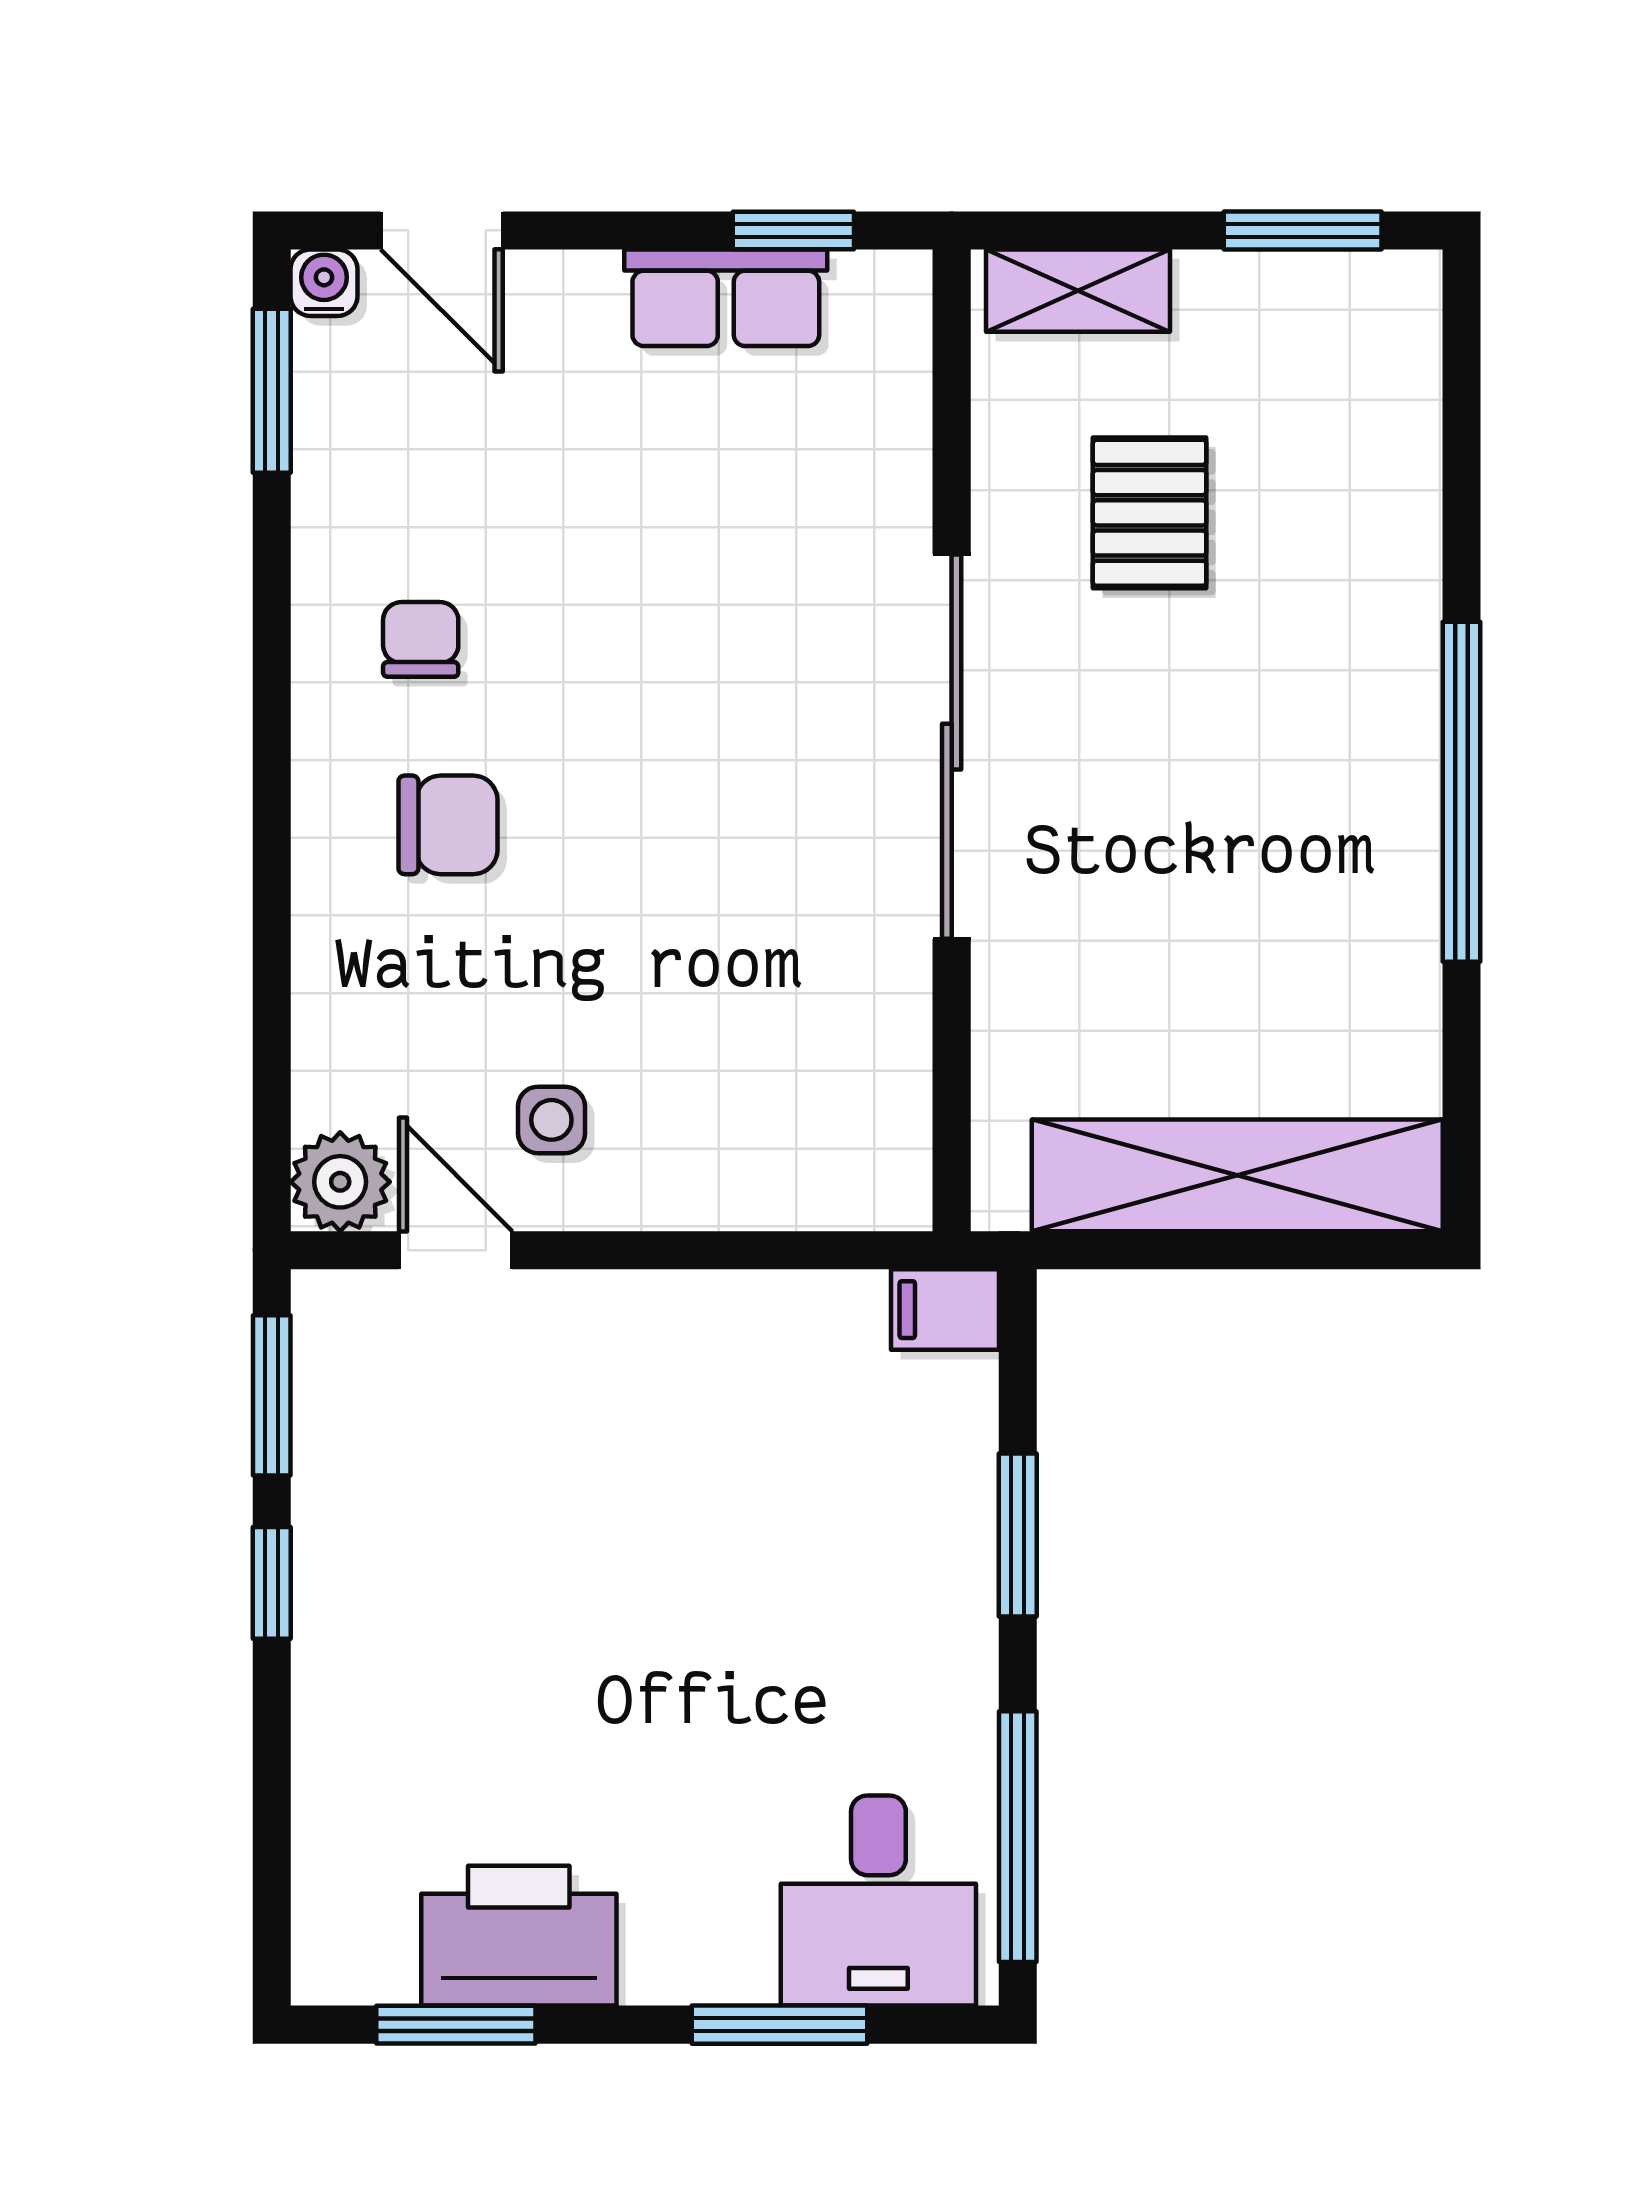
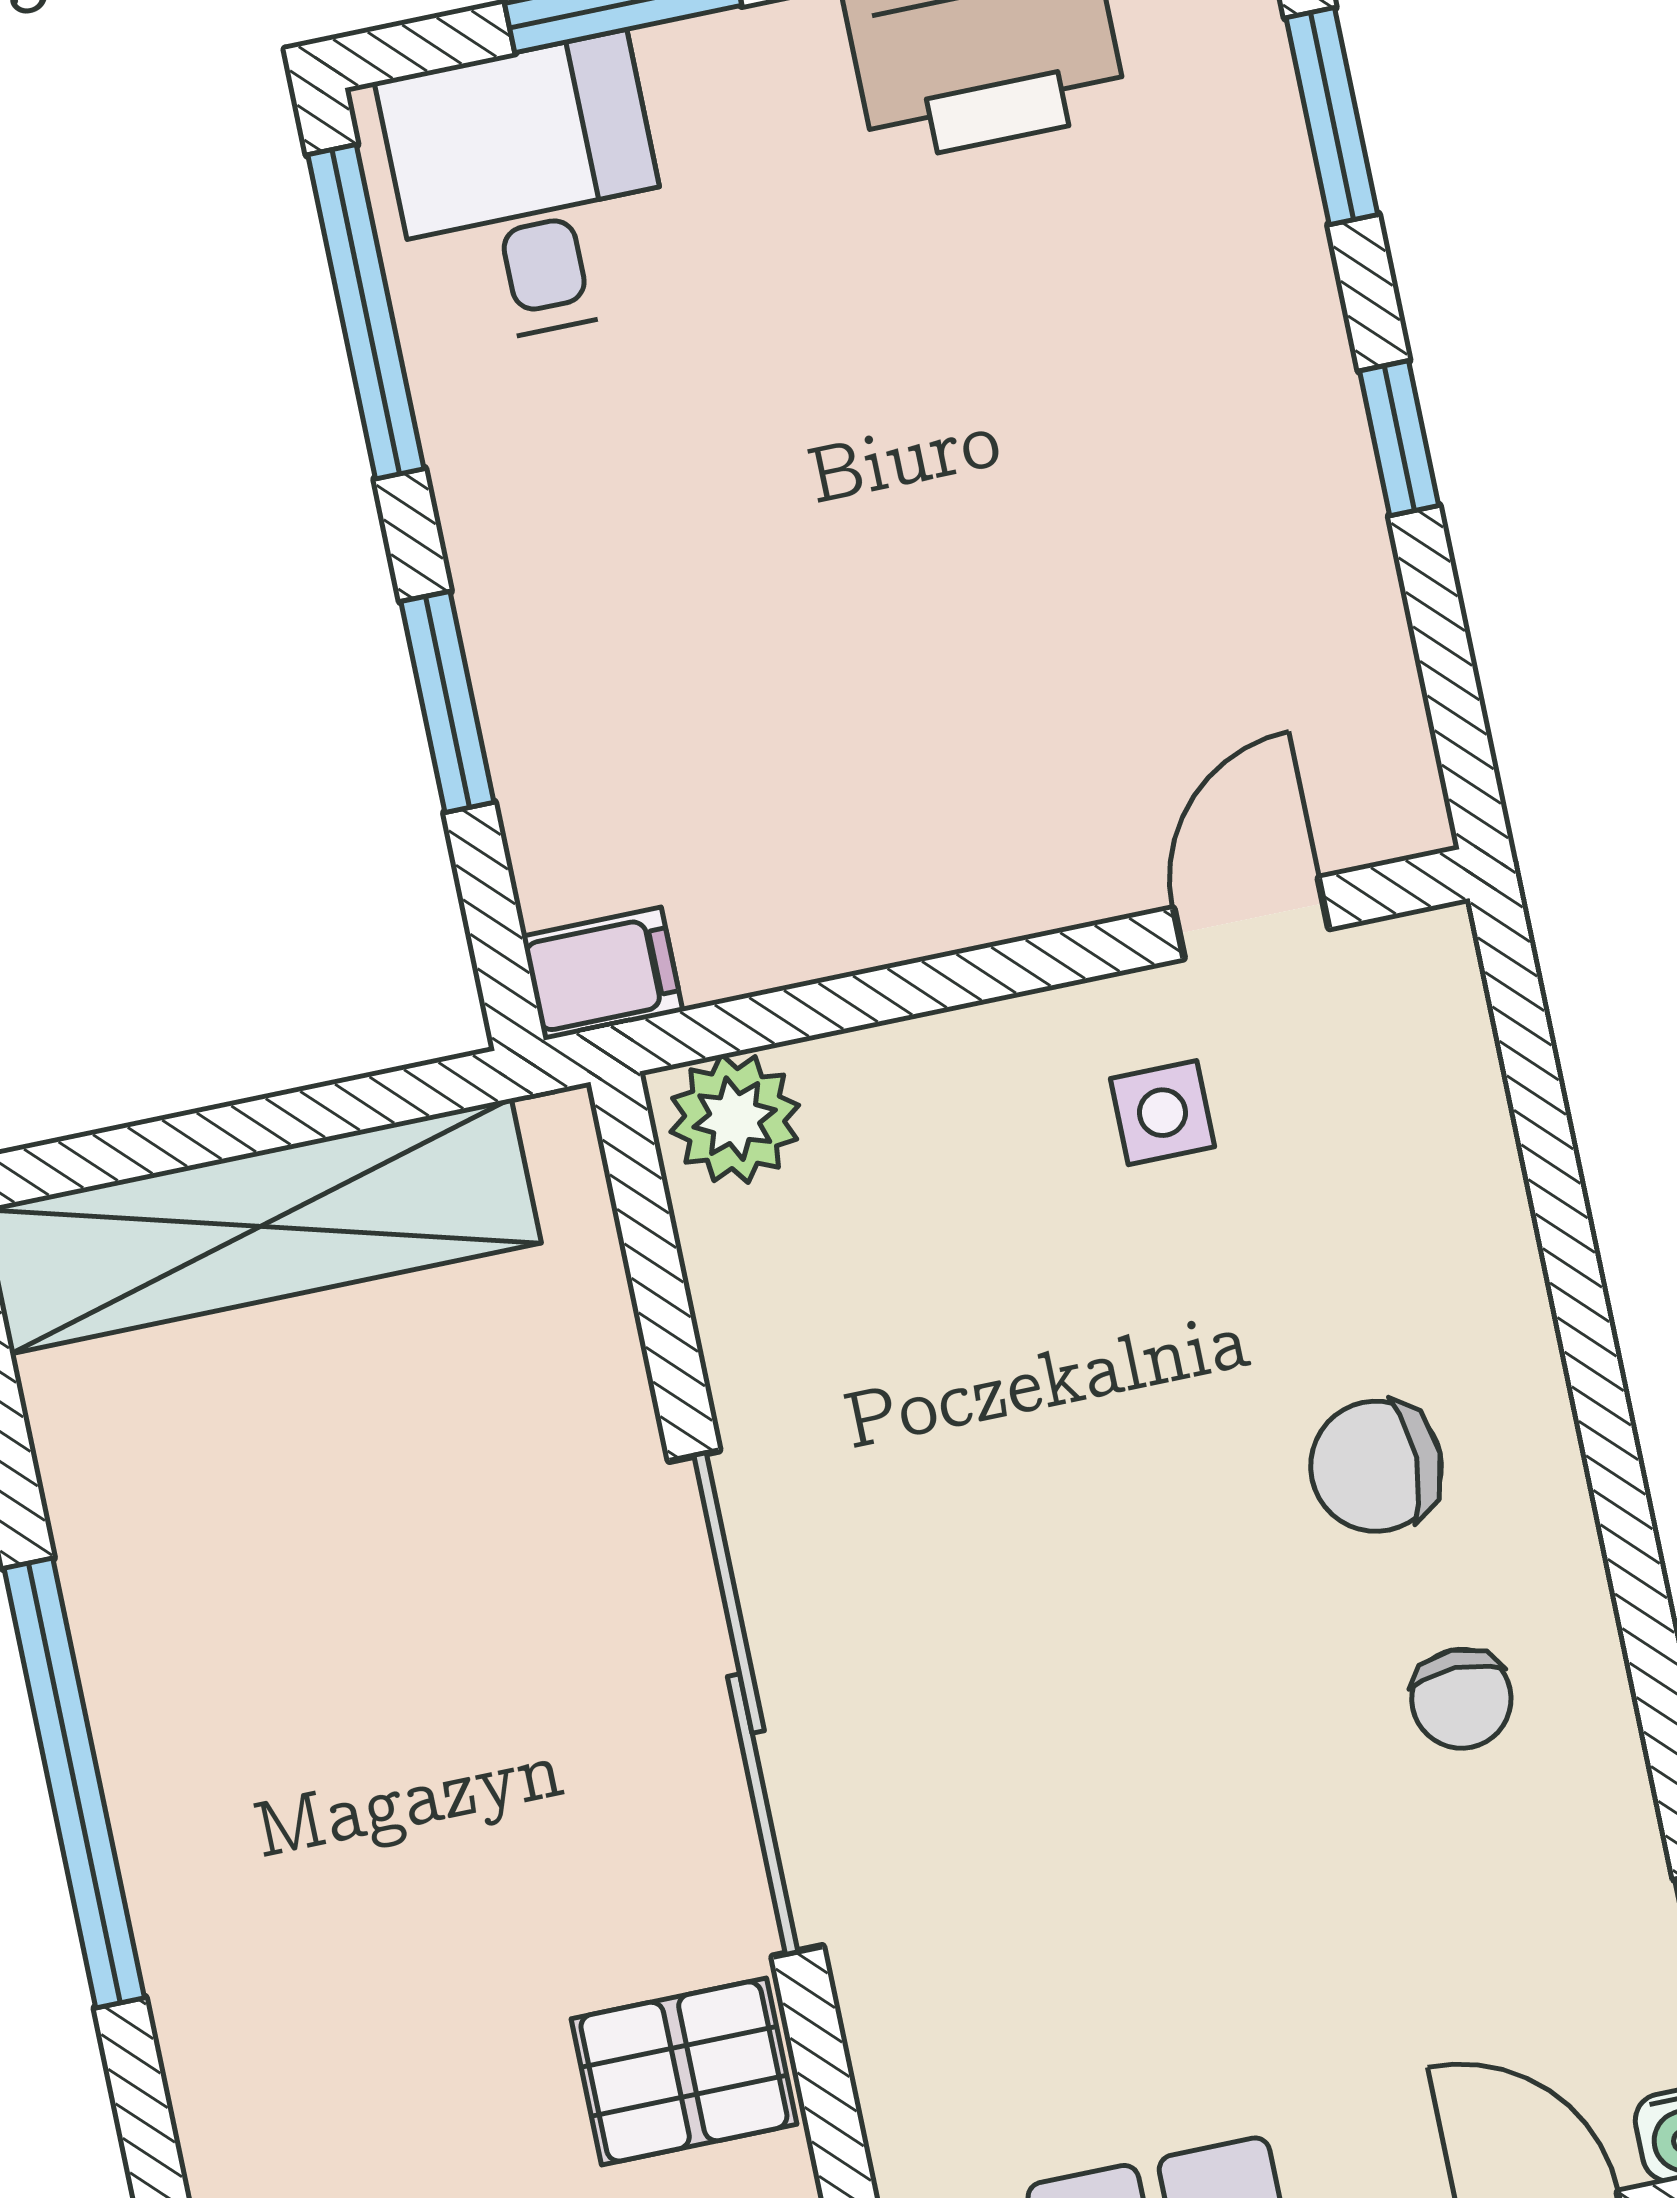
pallet: (1150, 513) -> (684, 2071), moved, turned 90
plant: (340, 1182) -> (735, 1119), moved
door: (456, 1250) -> (1251, 918), swing flipped
window: (272, 1395) -> (1332, 116), moved

